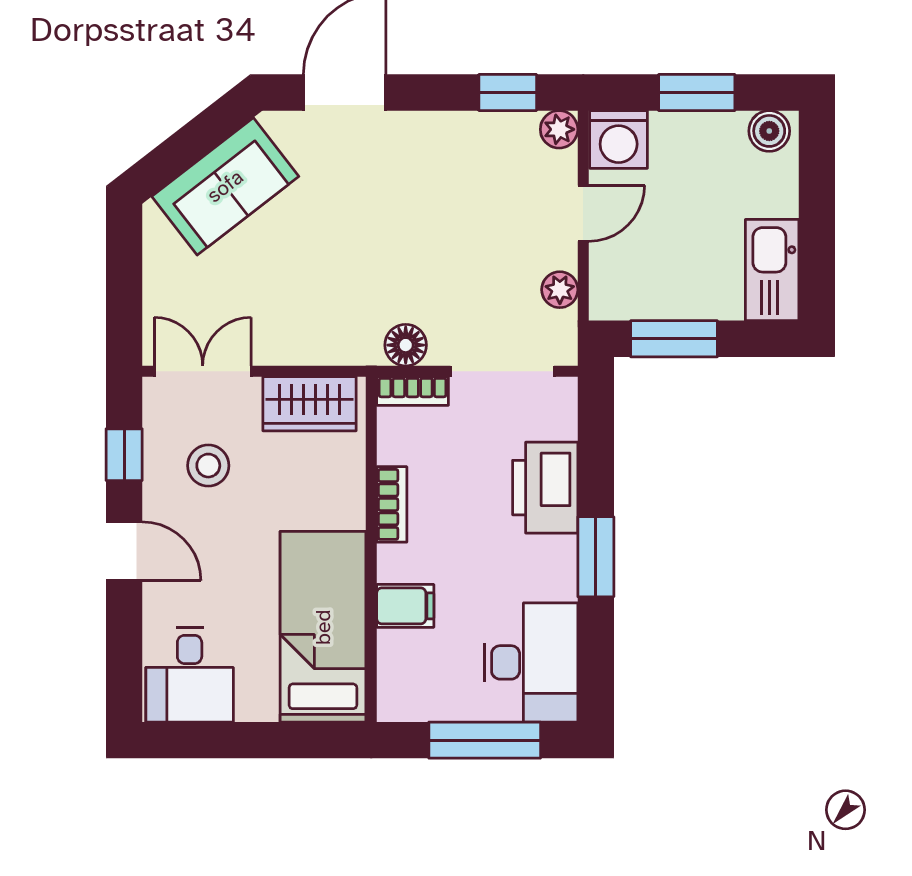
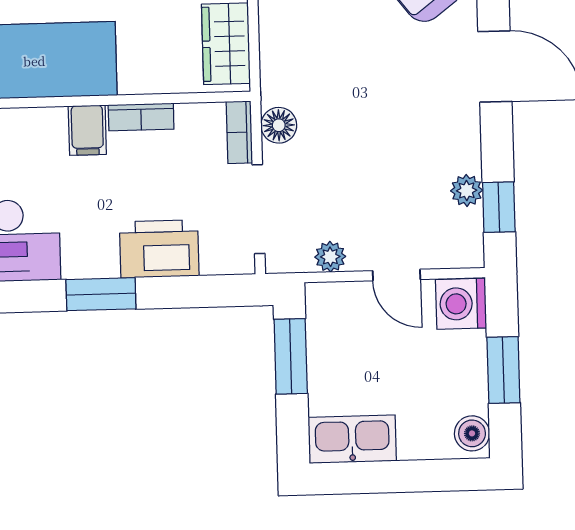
plant: (559, 129) -> (467, 190), moved
filing cabinet: (405, 606) -> (87, 130), moved

